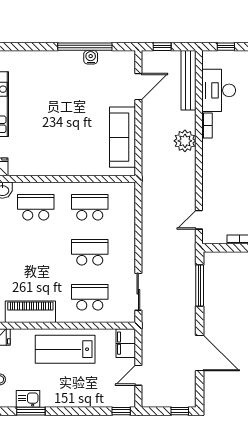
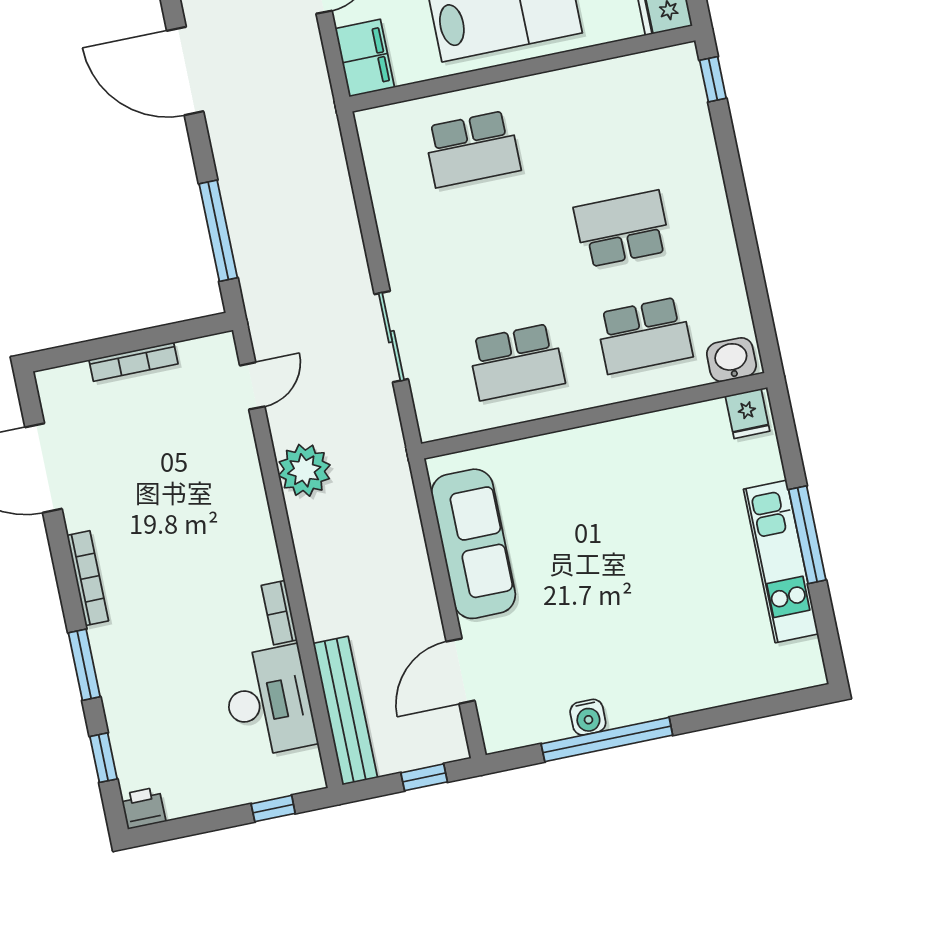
plant: (185, 141) -> (304, 470), moved
school desk: (90, 252) -> (622, 229), moved, turned 180
sliding door: (138, 292) -> (391, 337), moved
piano: (30, 312) -> (606, 86), removed

